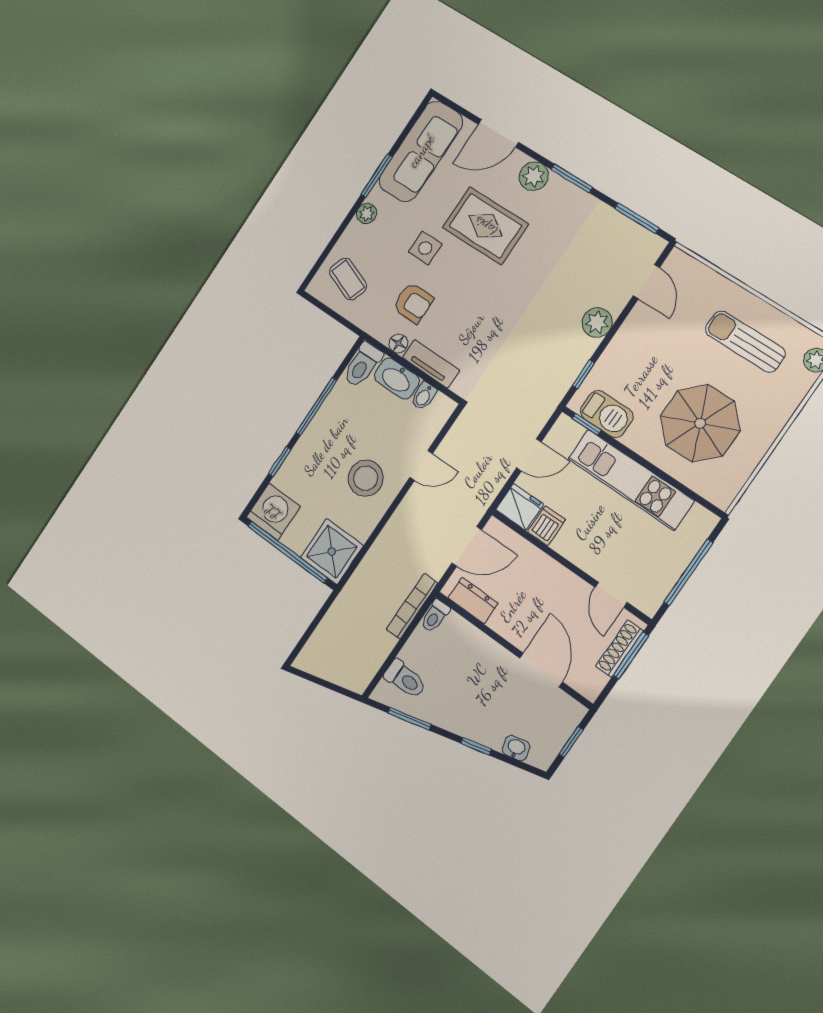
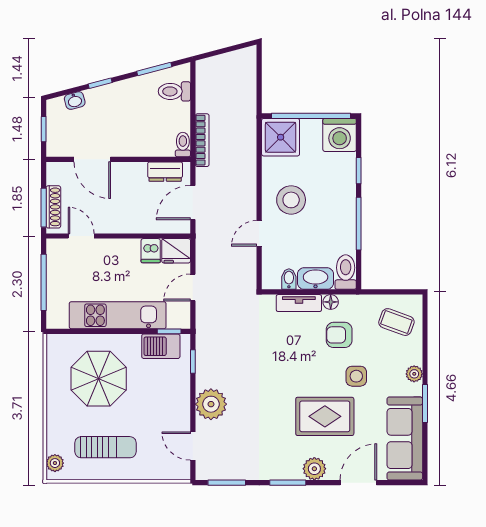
plant: (597, 323) -> (211, 404), width x1.36, depth x1.36

